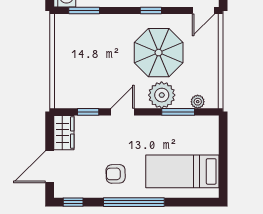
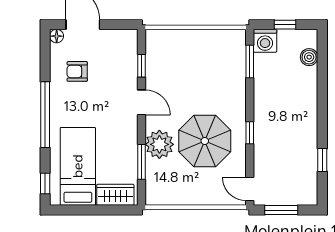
plant: (198, 102) -> (152, 183), removed
wardrobe: (64, 133) -> (115, 195), moved, turned 180
armchair: (116, 174) -> (77, 71), moved, turned -89
floor lamp: (60, 191) -> (57, 36), added
window: (73, 202) -> (45, 184), moved

